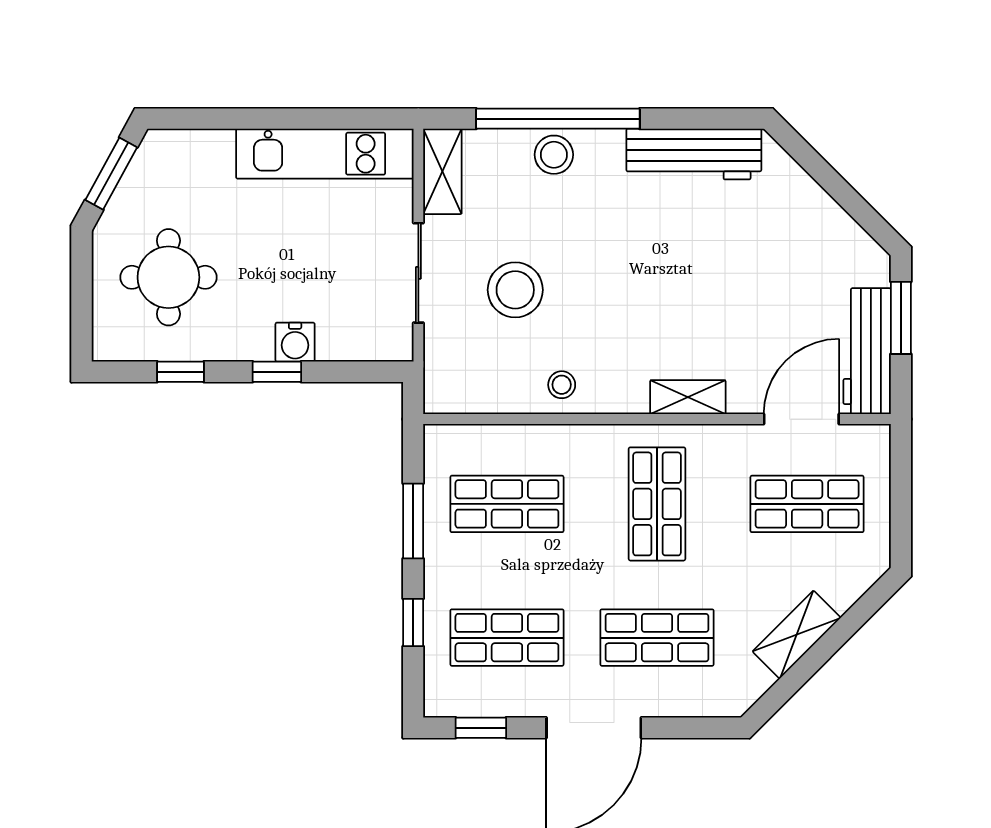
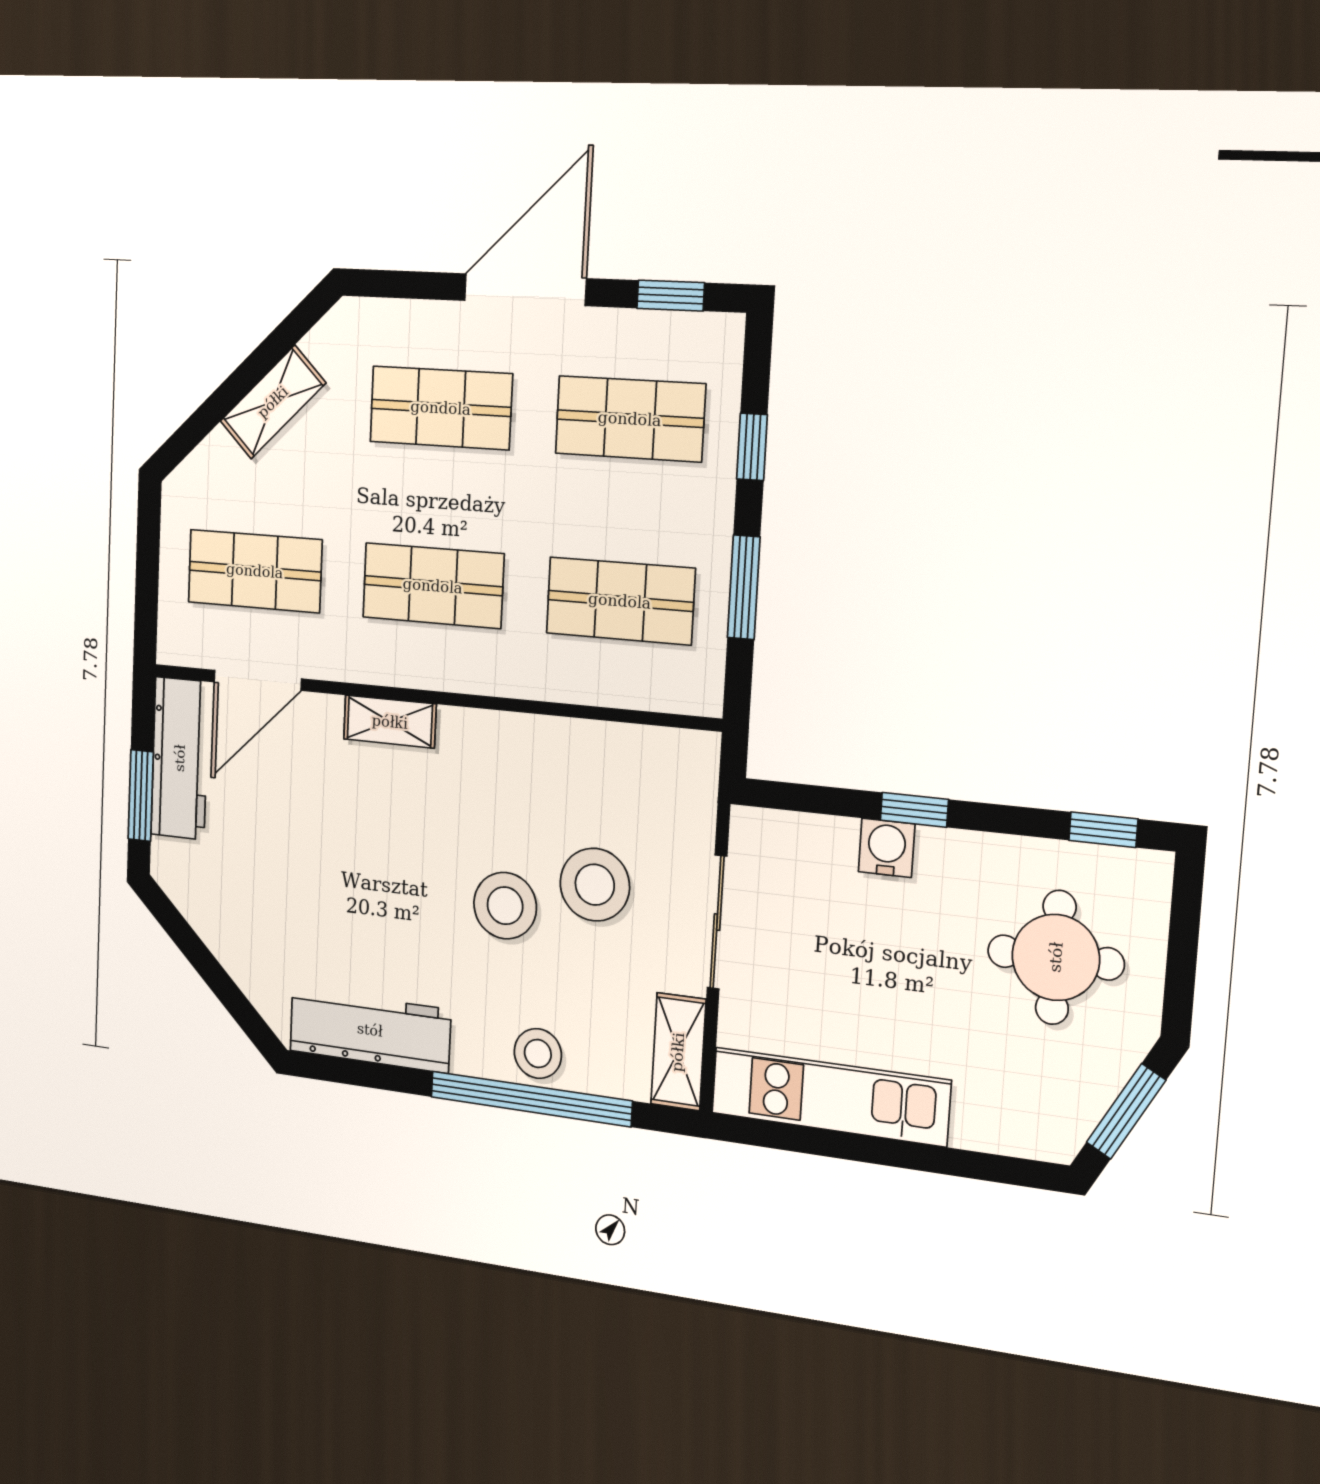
window: (181, 372) -> (1103, 830), moved
stool: (562, 385) -> (505, 906), moved, width x1.89, depth x1.89
shop shelf: (657, 504) -> (433, 586), turned 90

